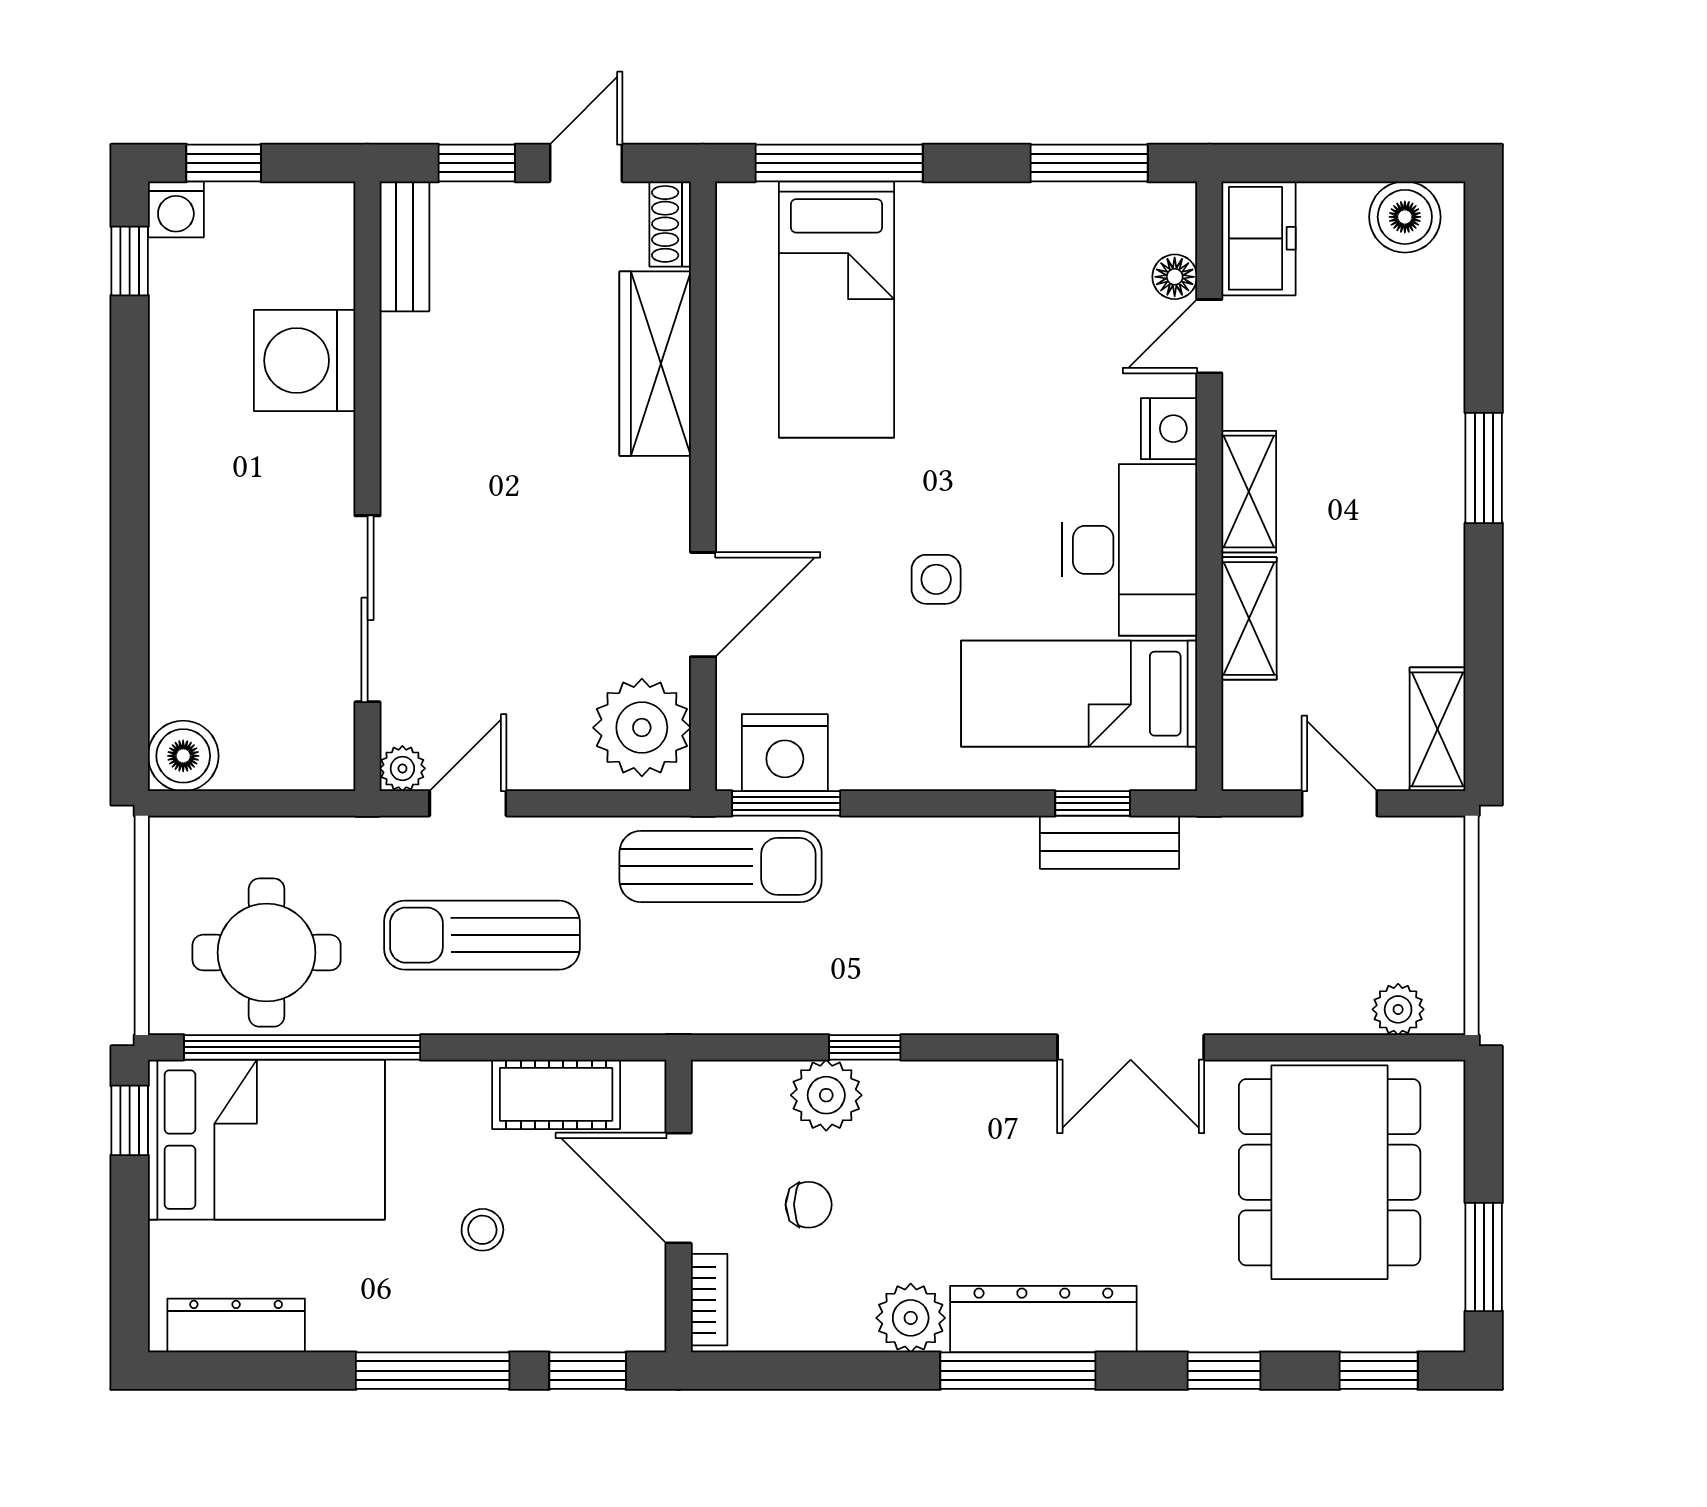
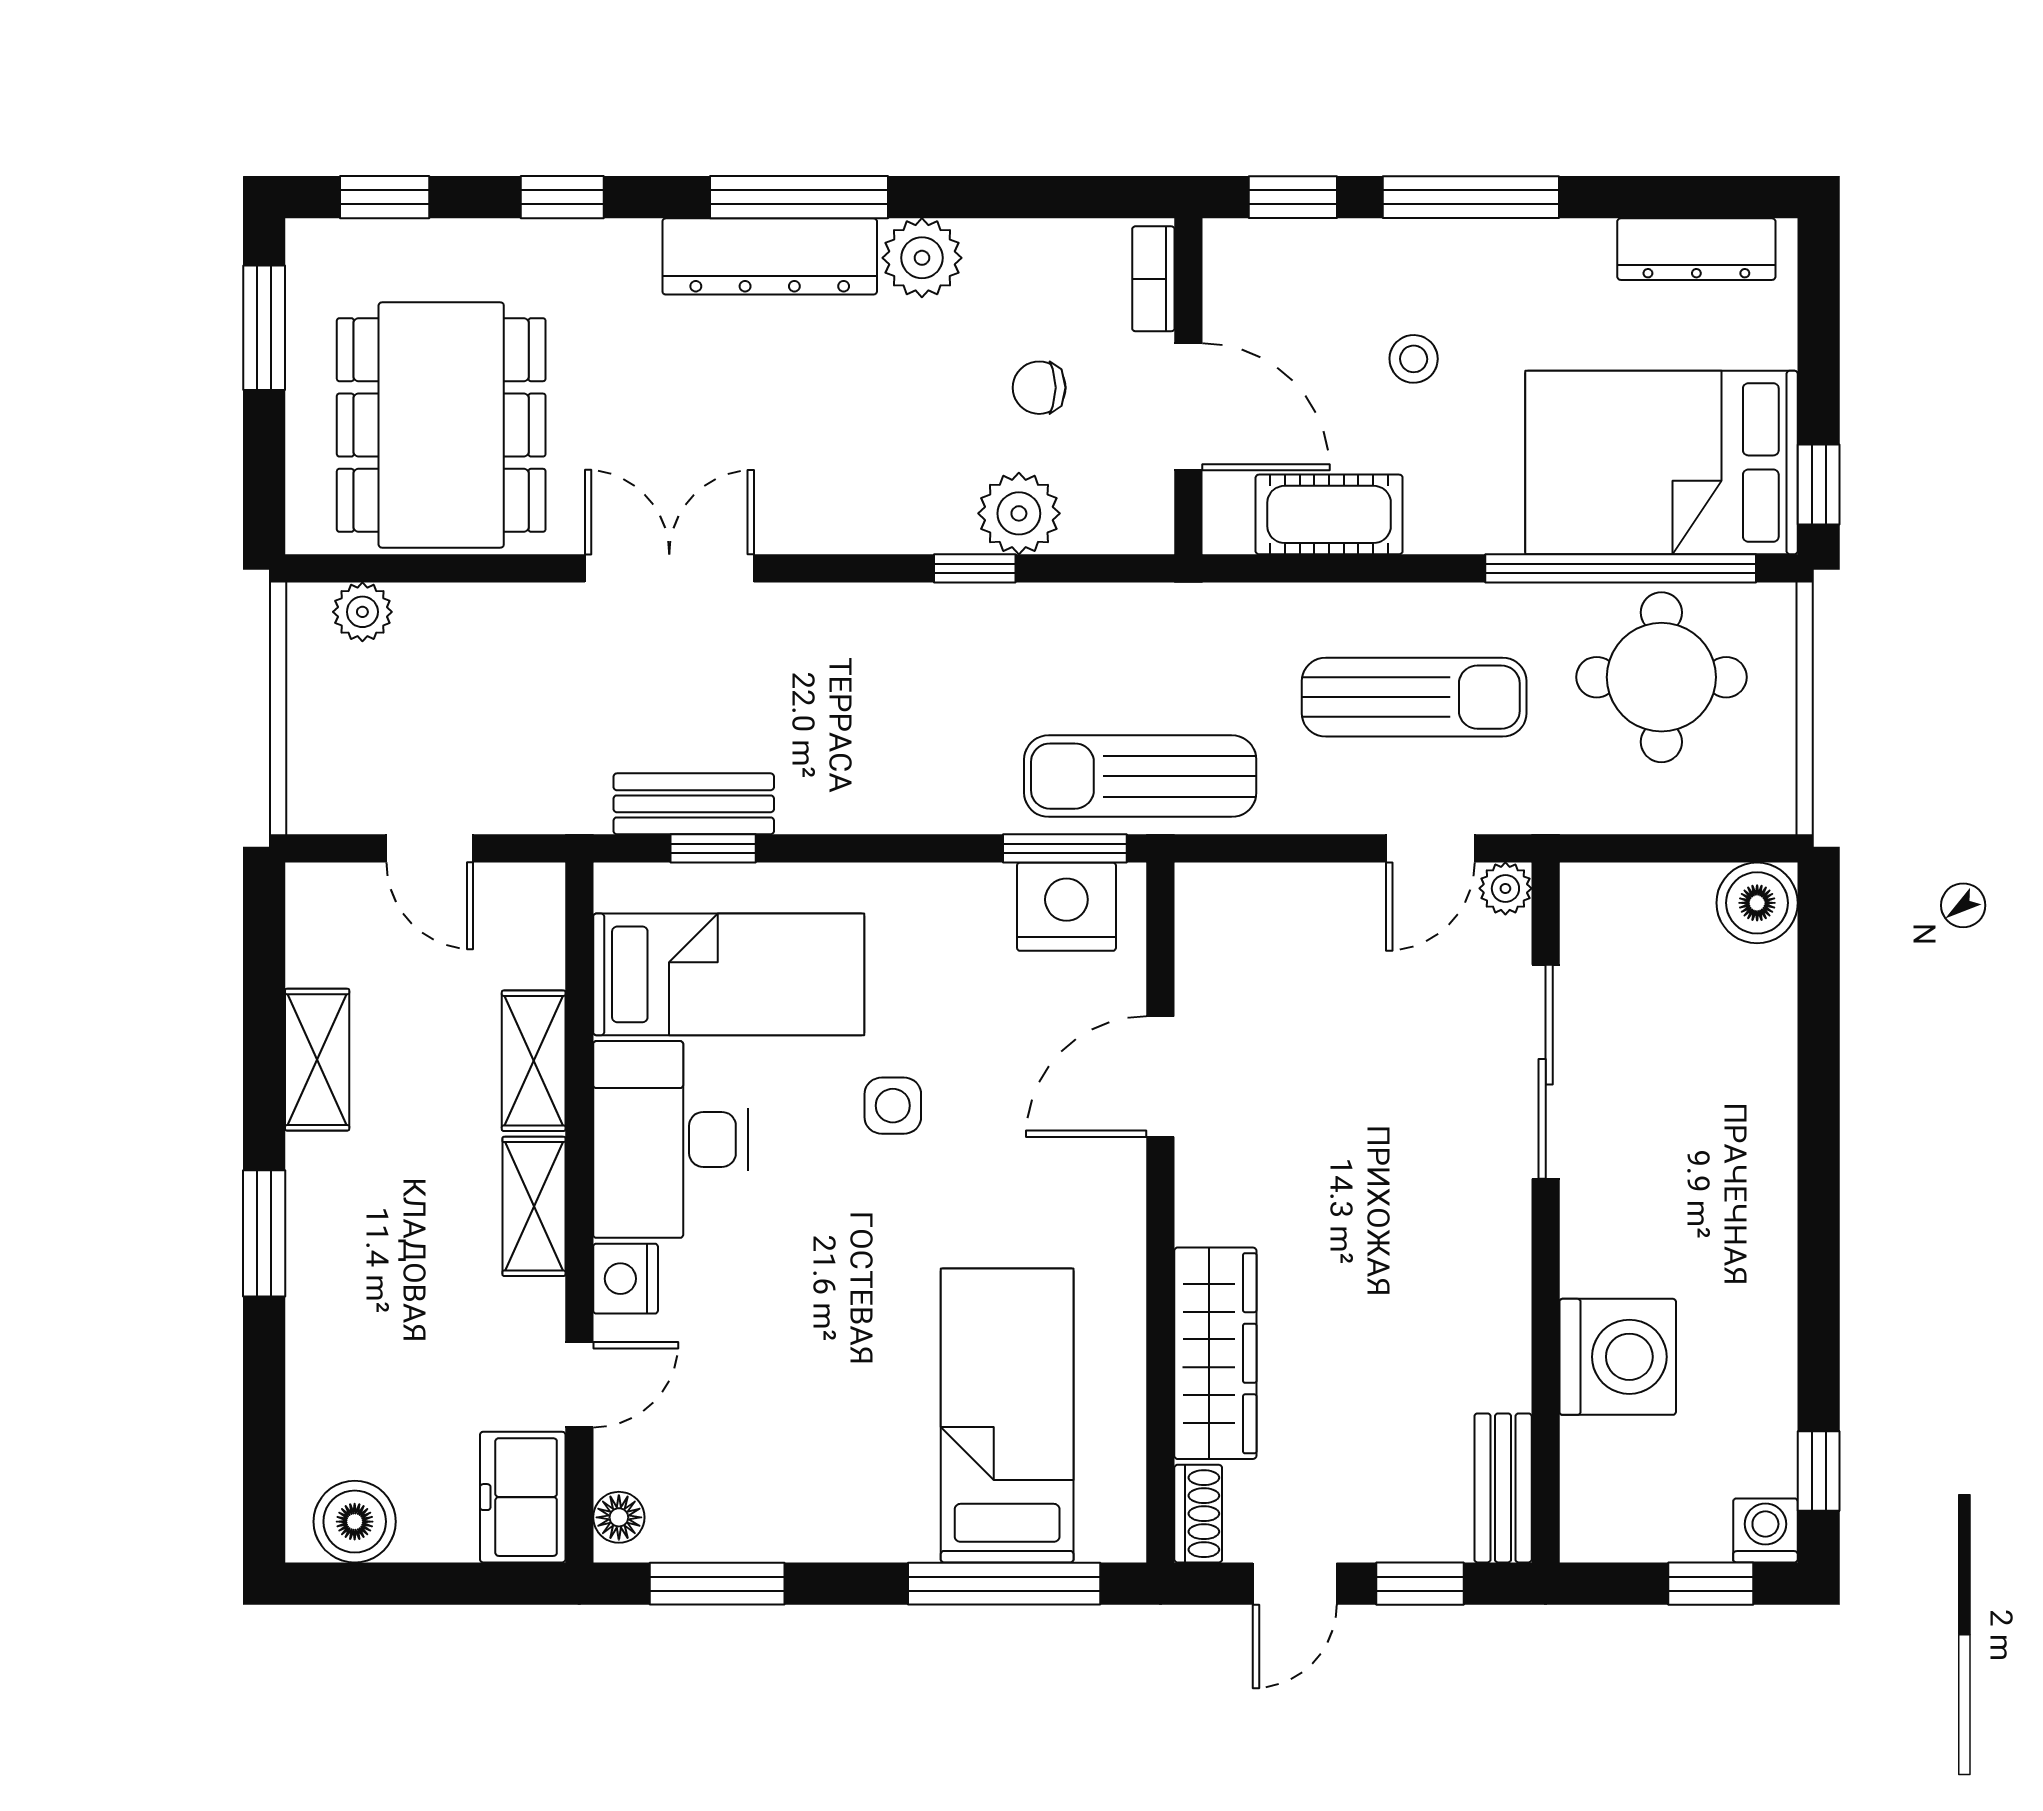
floor lamp: (1175, 277) -> (619, 1517), moved
plant: (642, 728) -> (1231, 935), removed
shelving: (1438, 729) -> (317, 1060), moved

